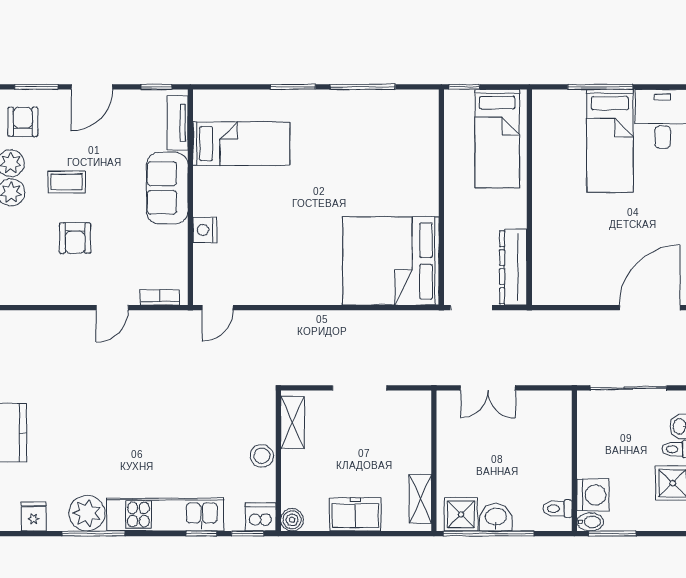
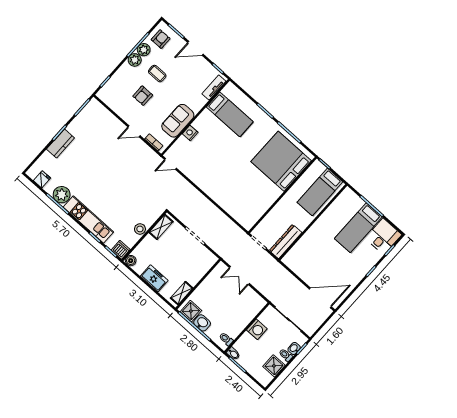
sofa: (167, 188) -> (178, 121), moved
bed: (391, 261) -> (281, 161), moved
washing machine: (593, 495) -> (257, 329), moved

